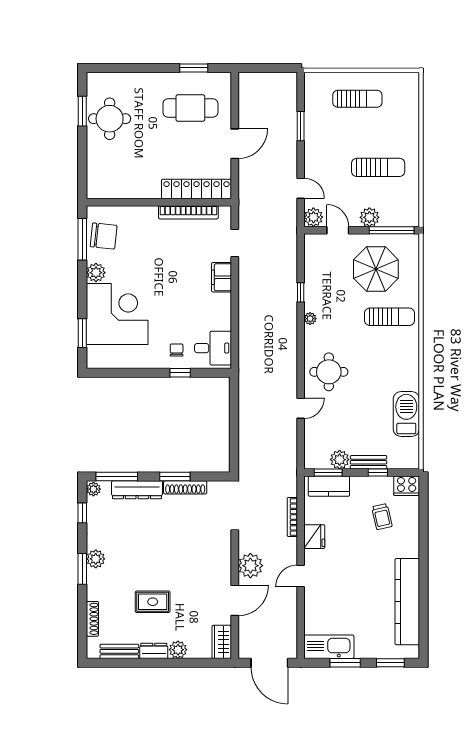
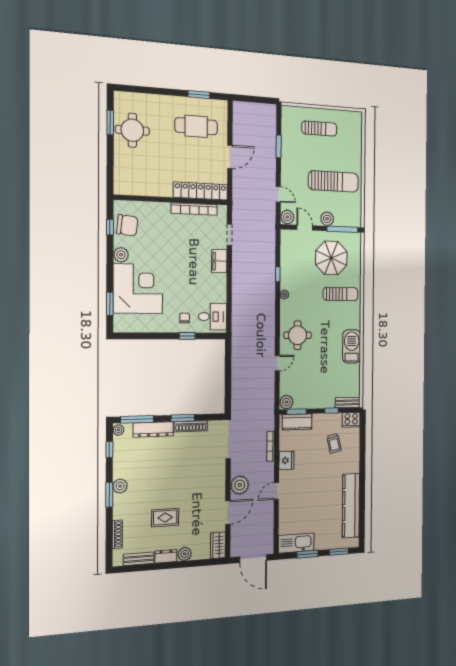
sun lounger: (378, 167) -> (333, 181), width x1.36, depth x1.34
window: (82, 239) -> (110, 227), width x0.46
barbecue: (406, 414) -> (352, 346), moved
plant: (340, 460) -> (286, 402), moved
bench: (369, 462) -> (348, 403), moved

